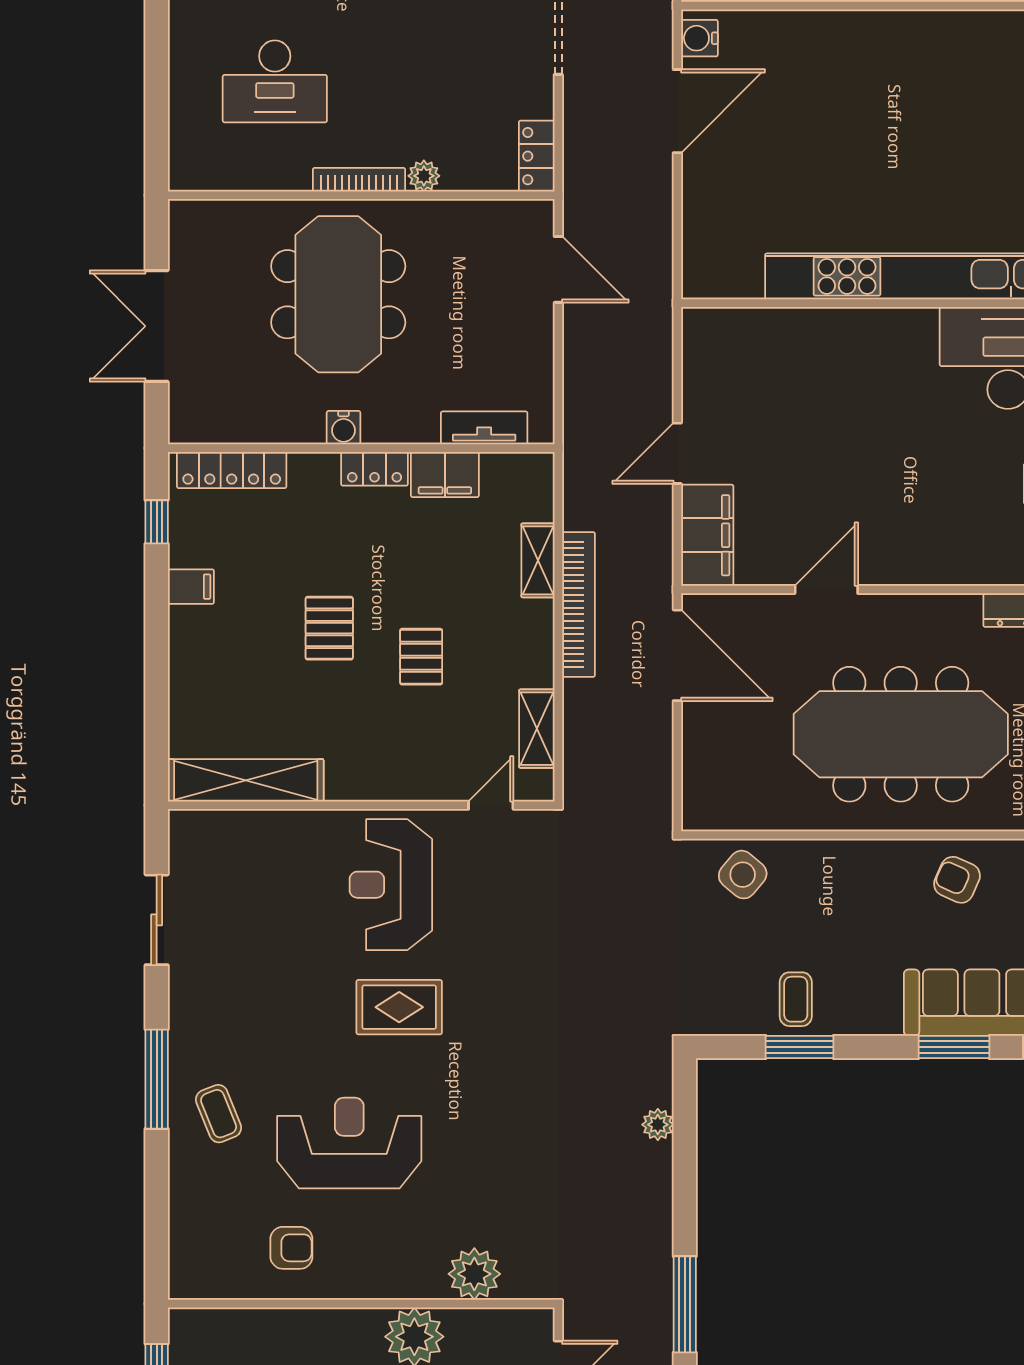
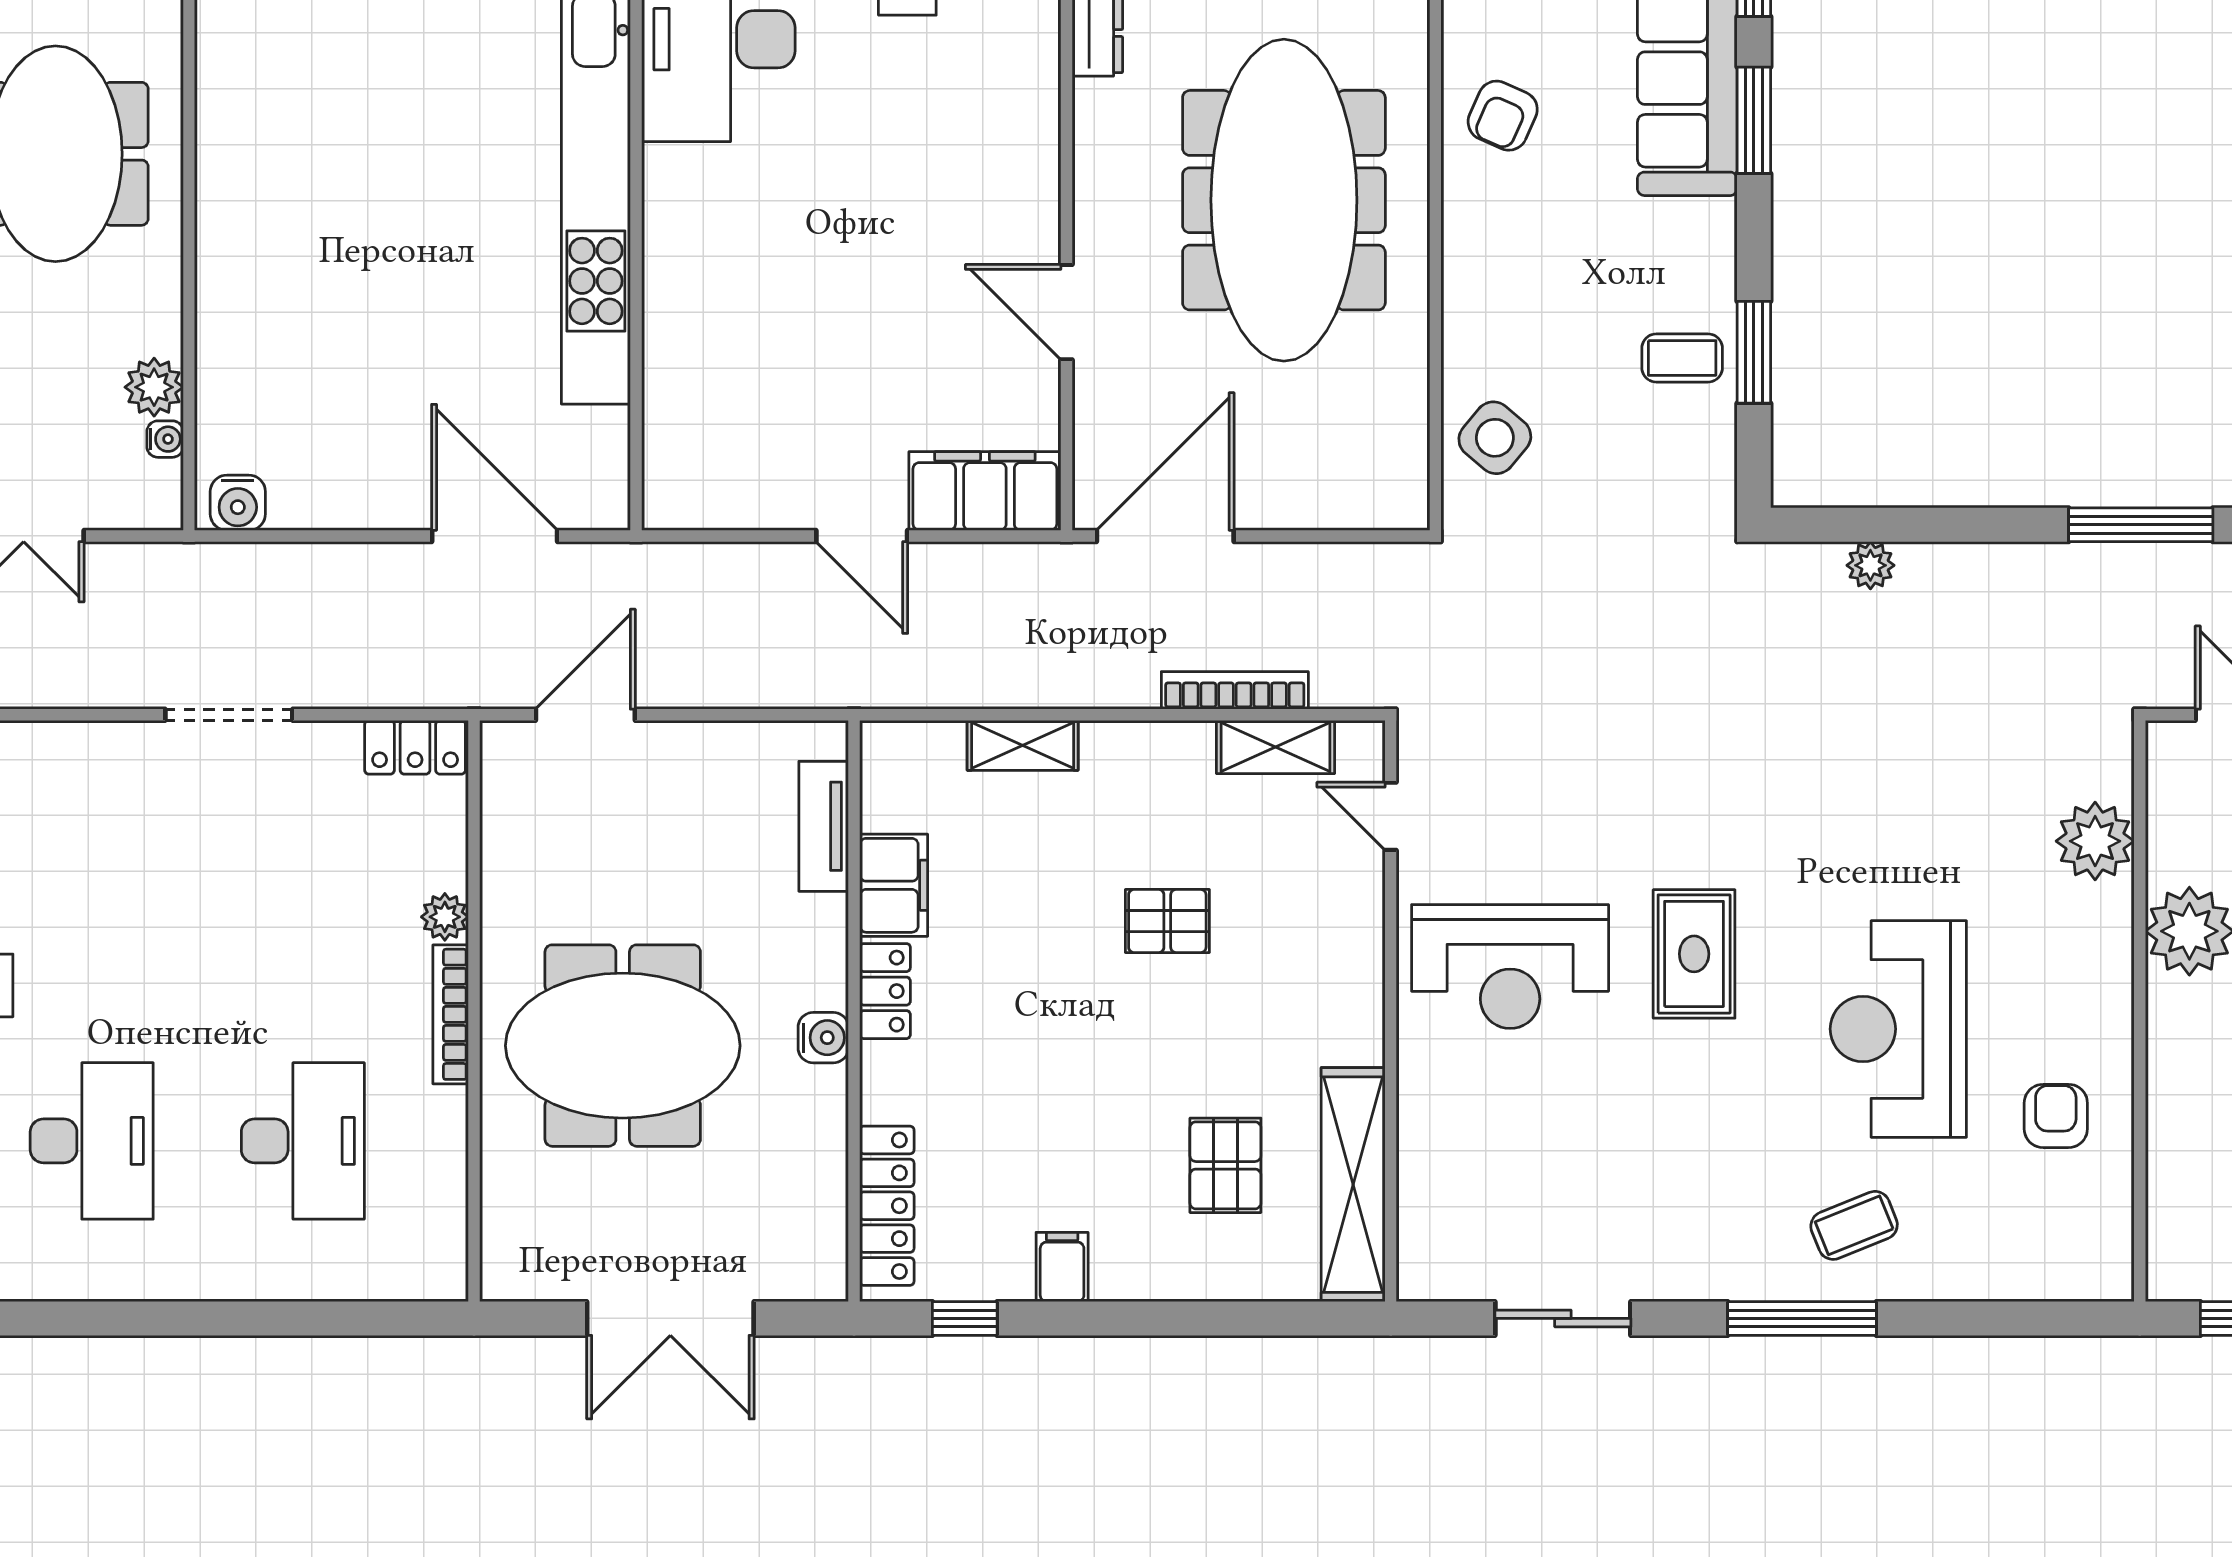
door: (677, 111) -> (495, 536), moved
bookcase: (578, 605) -> (1235, 690), moved, width x0.68, depth x0.76
pallet: (329, 628) -> (1225, 1165), moved, turned 90

